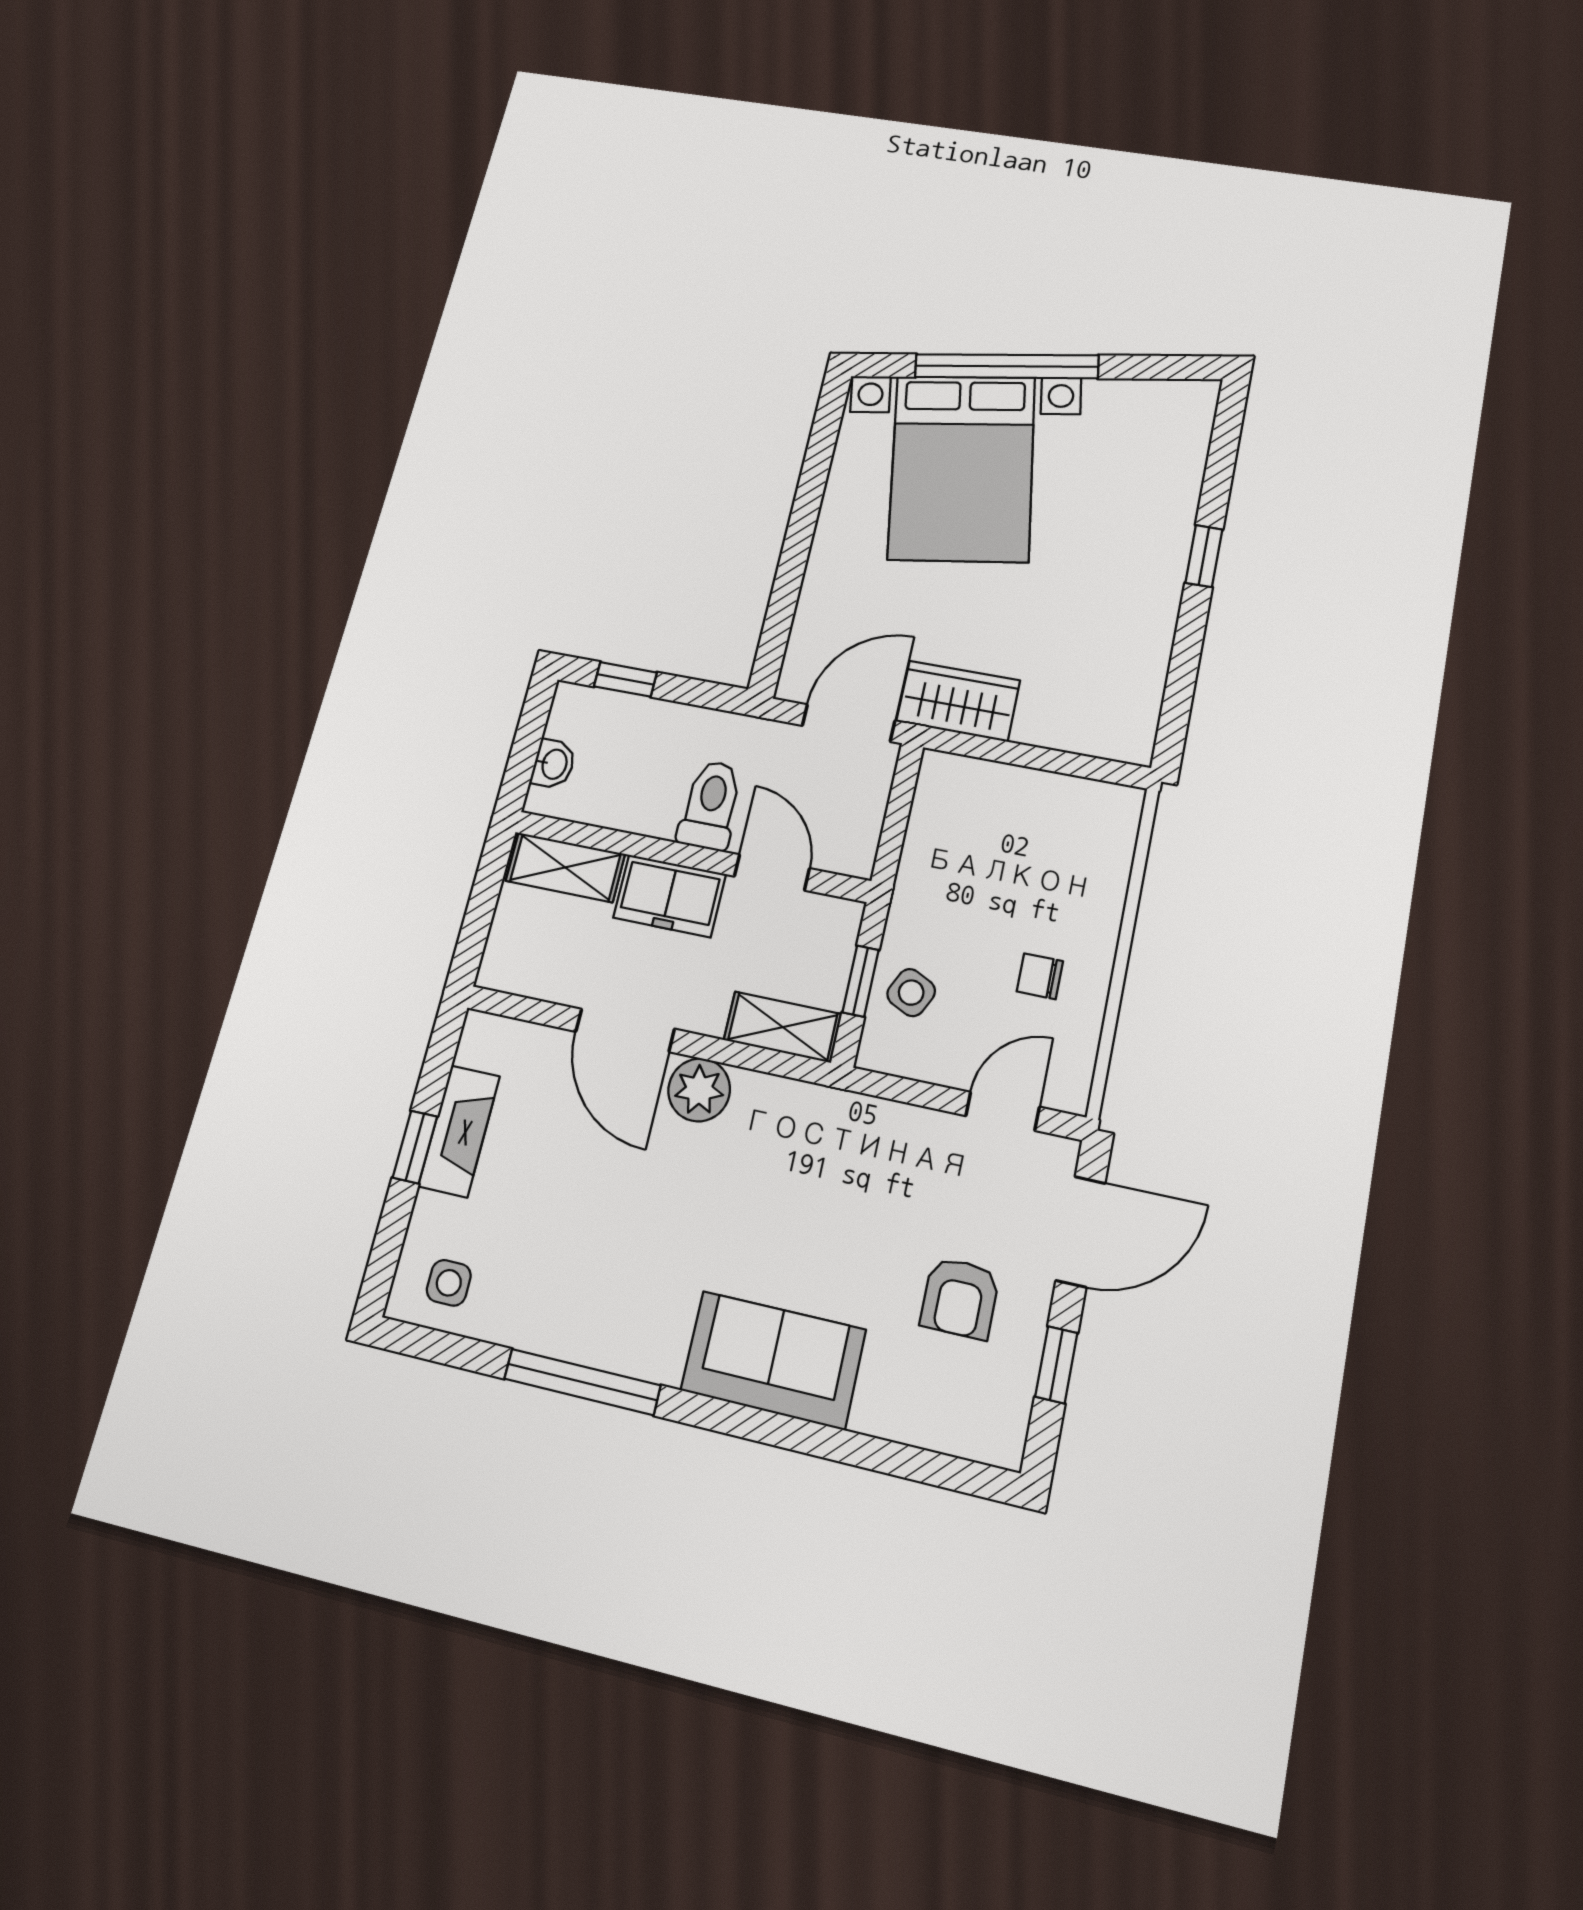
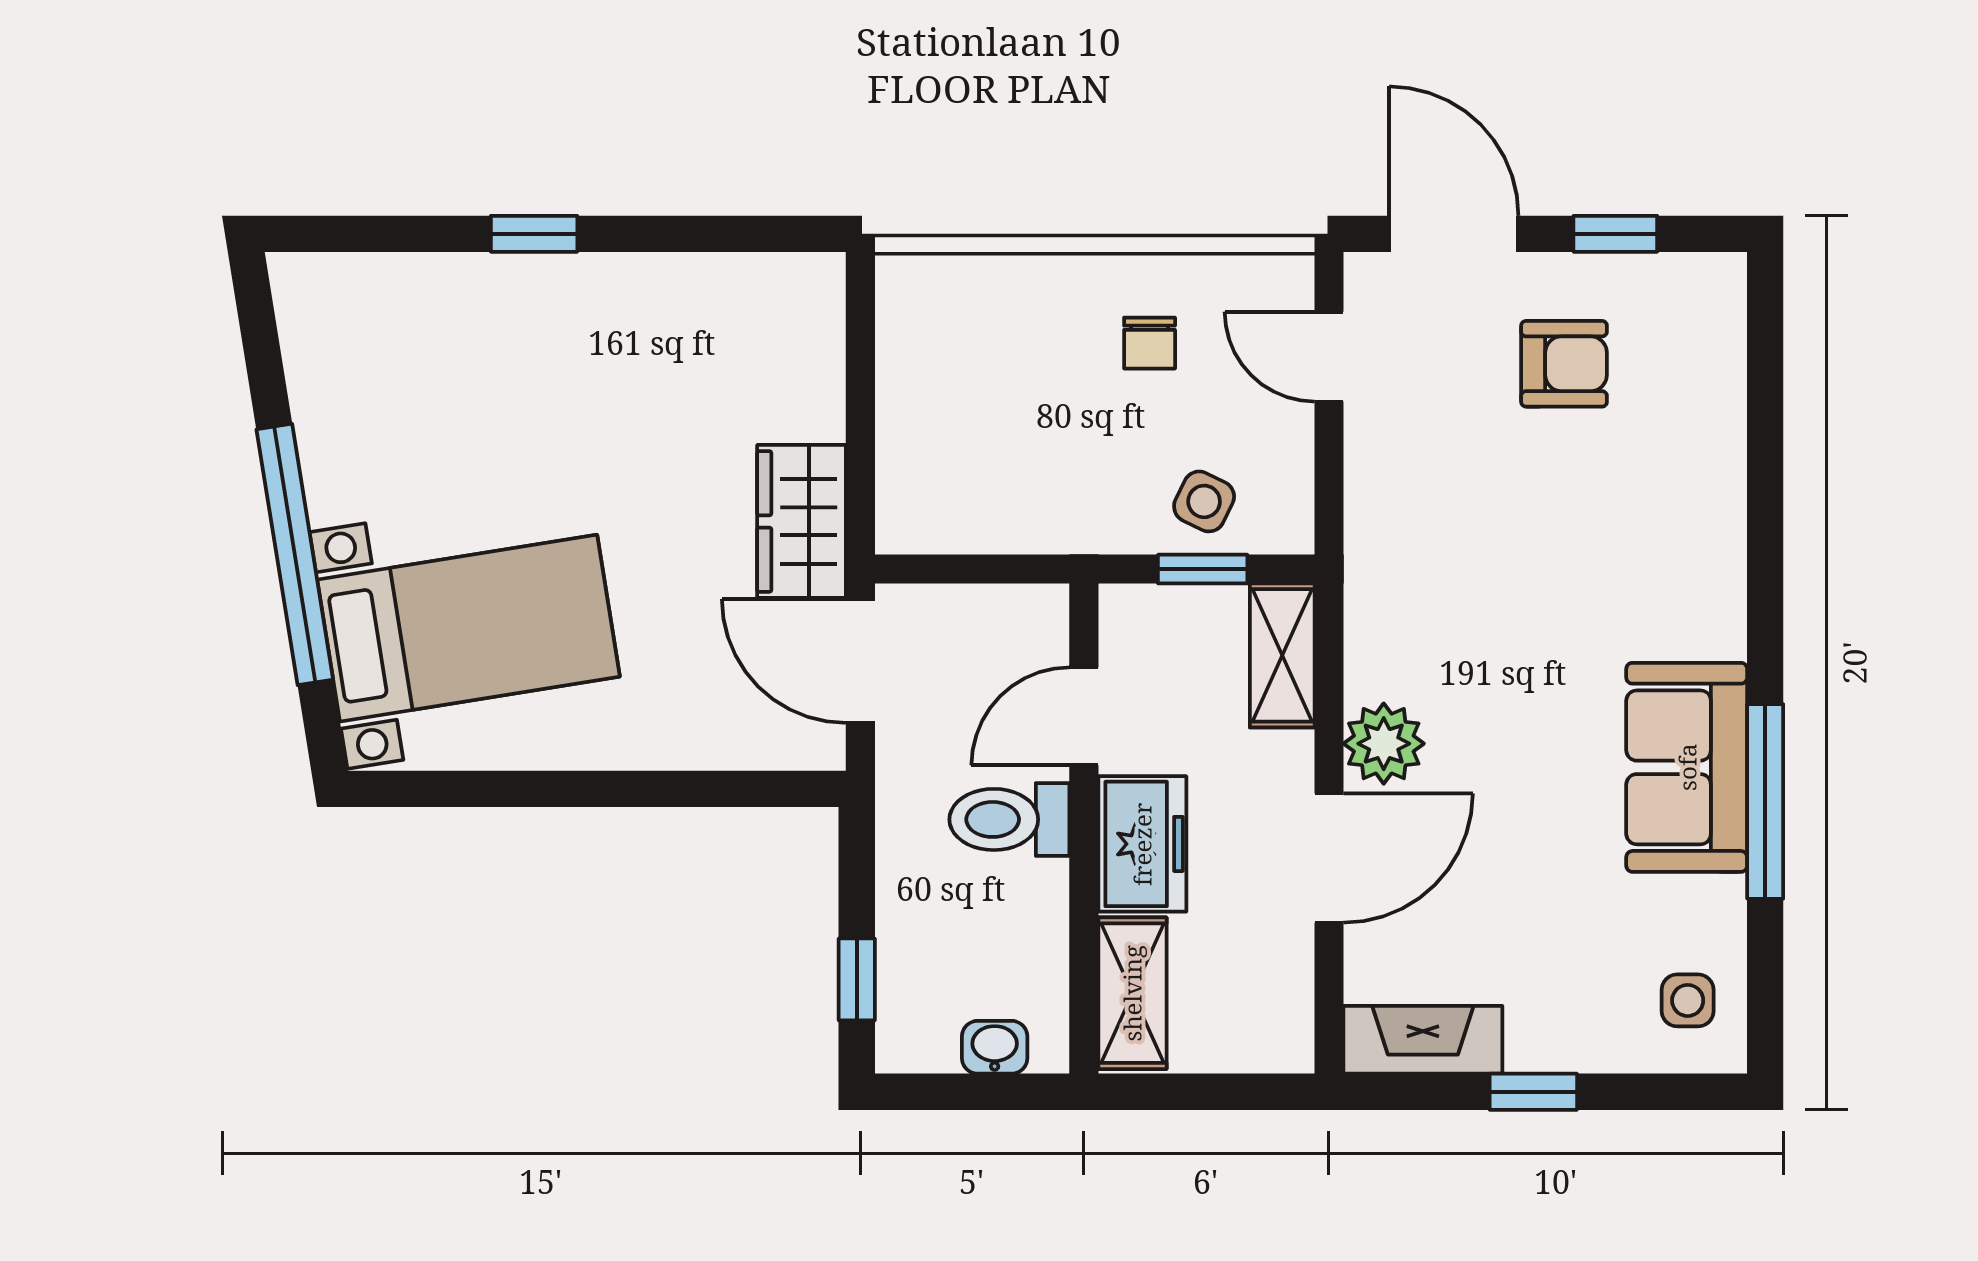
bed with nightstands: (962, 468) -> (468, 628), width x0.73
fireplace: (459, 1131) -> (1423, 1040), moved
sofa: (773, 1360) -> (1687, 767), moved

